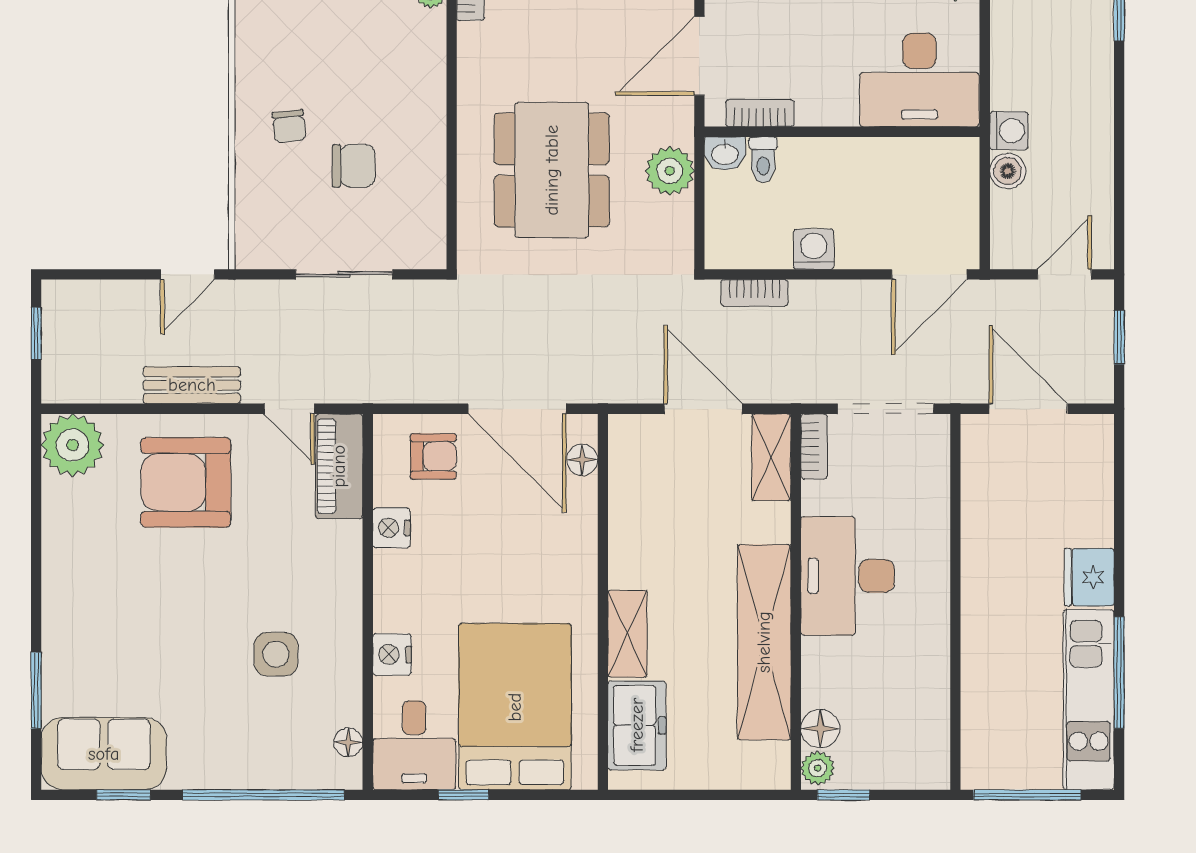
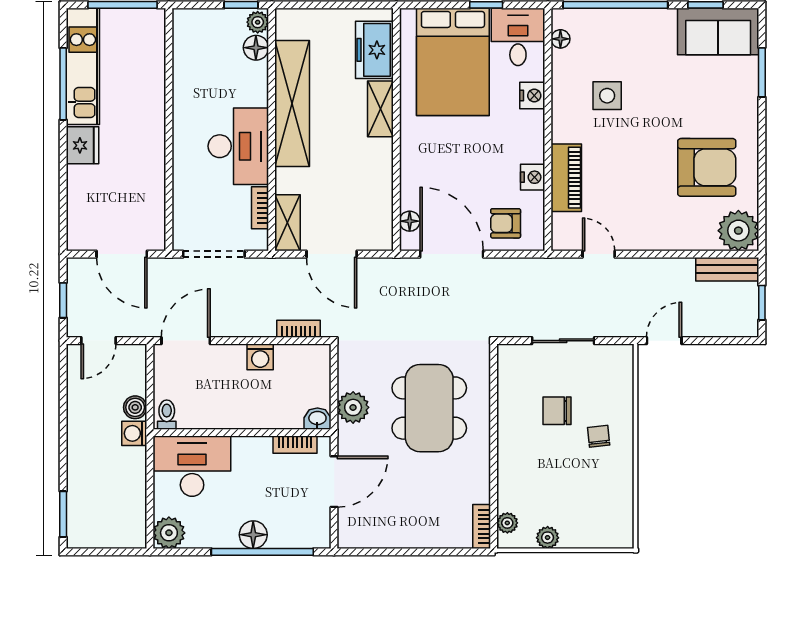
toilet: (763, 160) -> (167, 415), moved
bench: (192, 385) -> (727, 269), moved
bookcase: (814, 446) -> (260, 208), moved
piano: (339, 466) -> (566, 178), moved
armchair: (186, 482) -> (707, 167), moved

